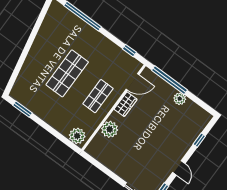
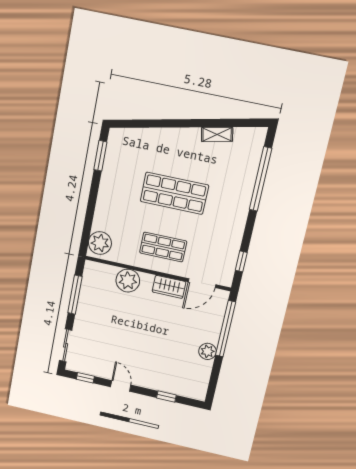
shelving: (43, 31) -> (217, 134), added
door: (133, 82) -> (202, 283), hinge flipped
door: (179, 168) -> (121, 386), swing flipped
window: (104, 169) -> (75, 295), added

